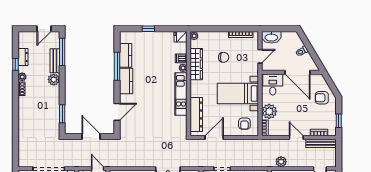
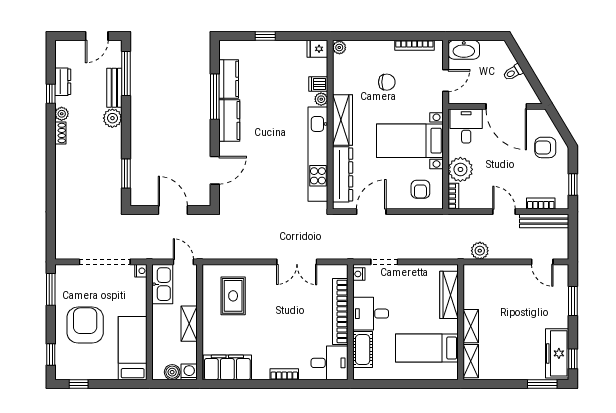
wardrobe: (196, 64) -> (343, 120), moved
kitchen unit: (181, 94) -> (318, 154), width x1.36

